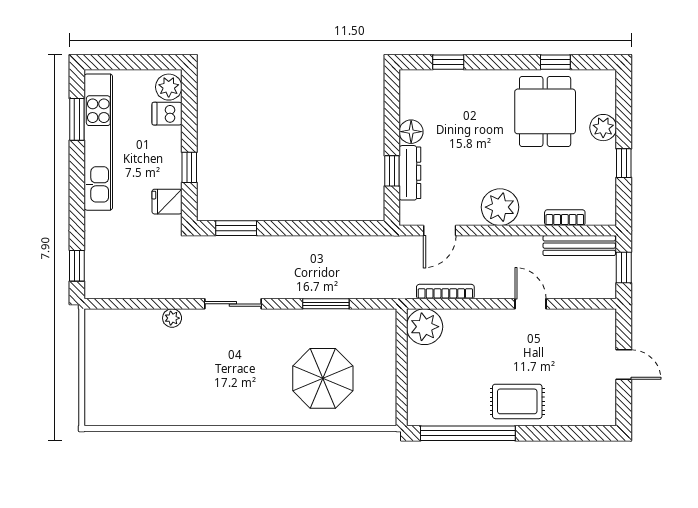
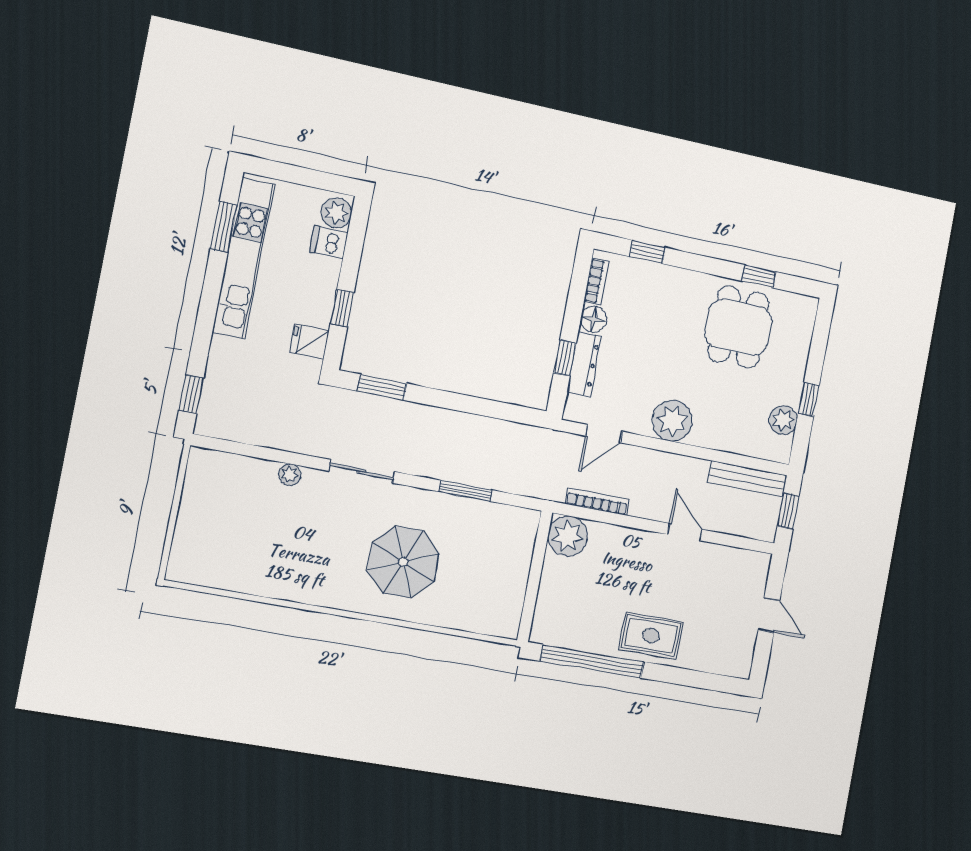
plant: (603, 128) -> (783, 420), moved
bookcase: (565, 218) -> (596, 281), moved, turned 90
parasol: (323, 378) -> (403, 562), moved

